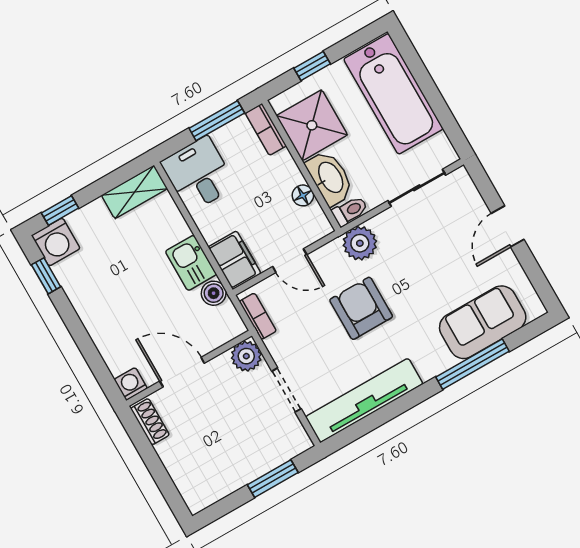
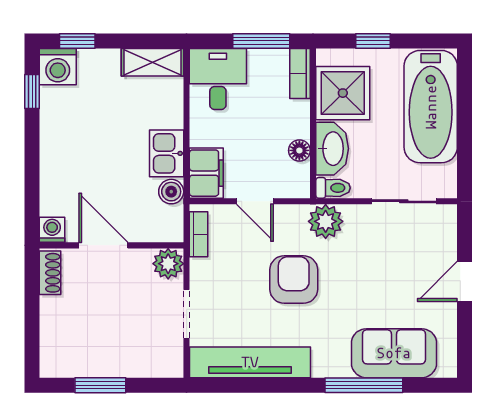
window: (273, 479) -> (100, 385), moved

